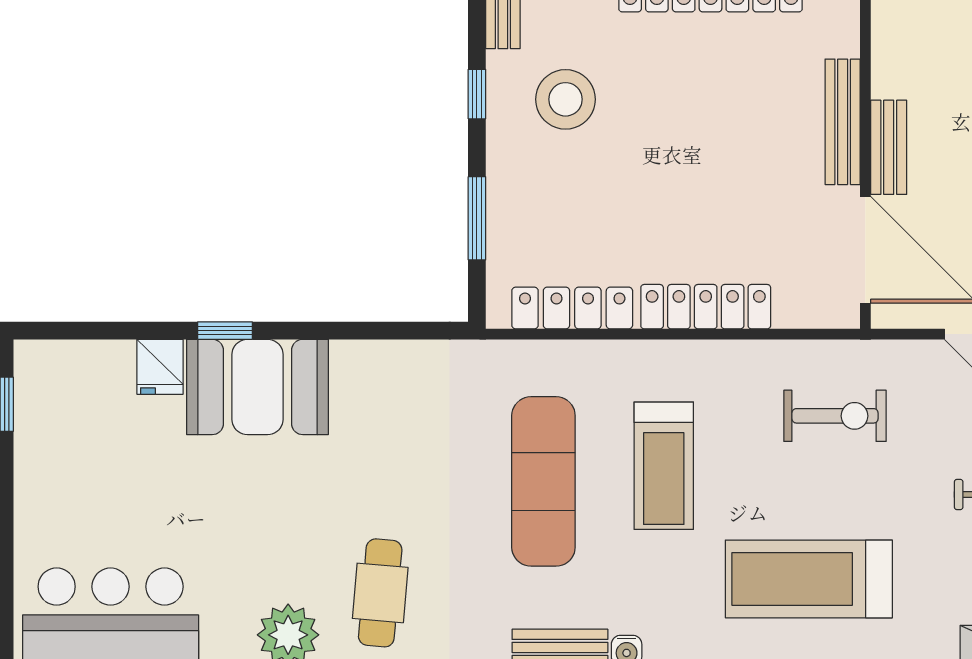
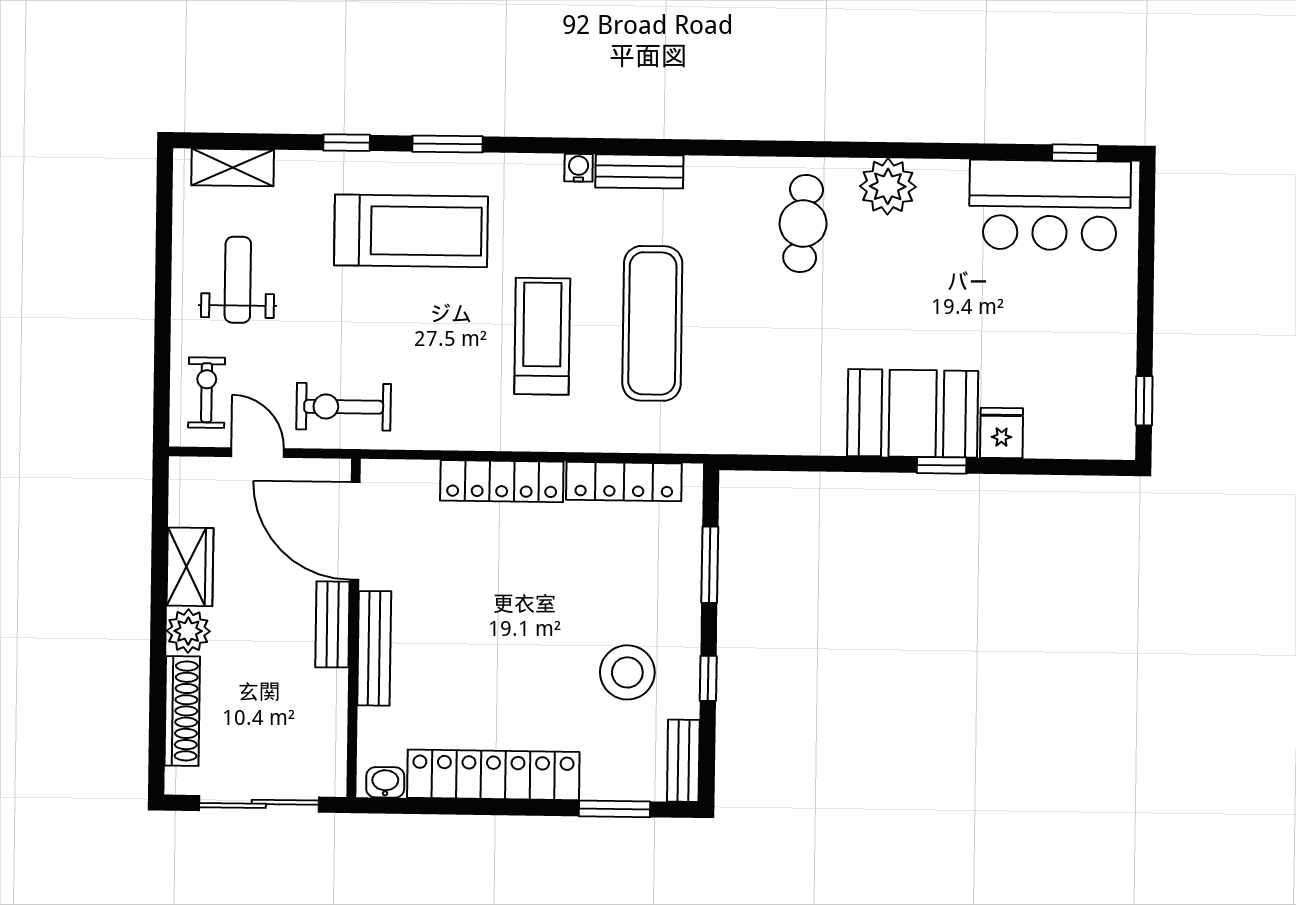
exercise bike: (835, 416) -> (344, 407), moved

